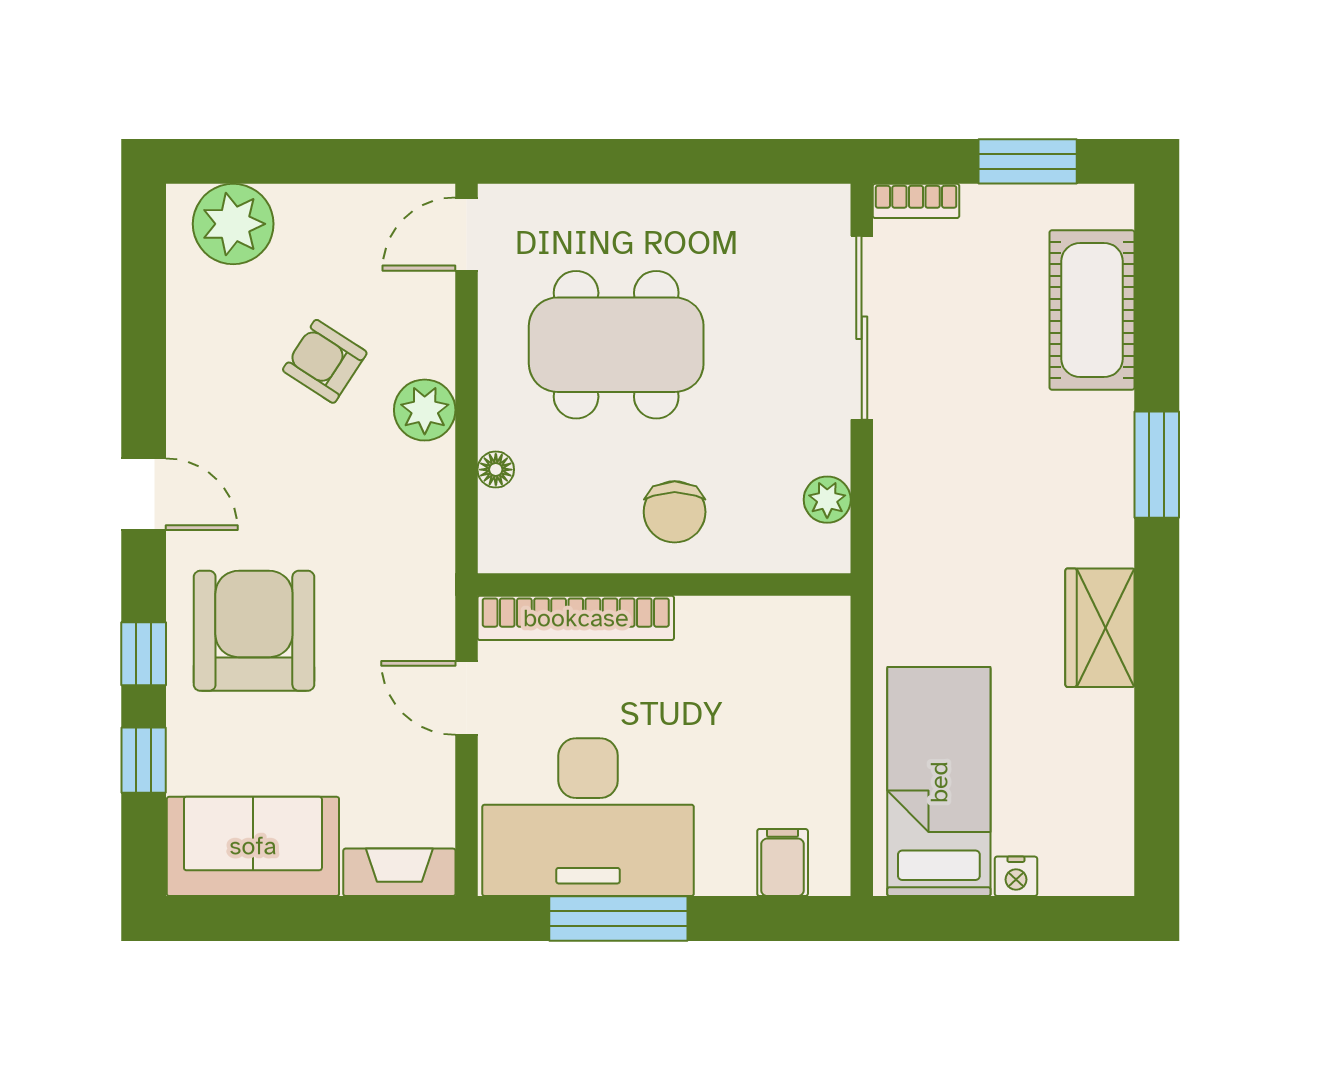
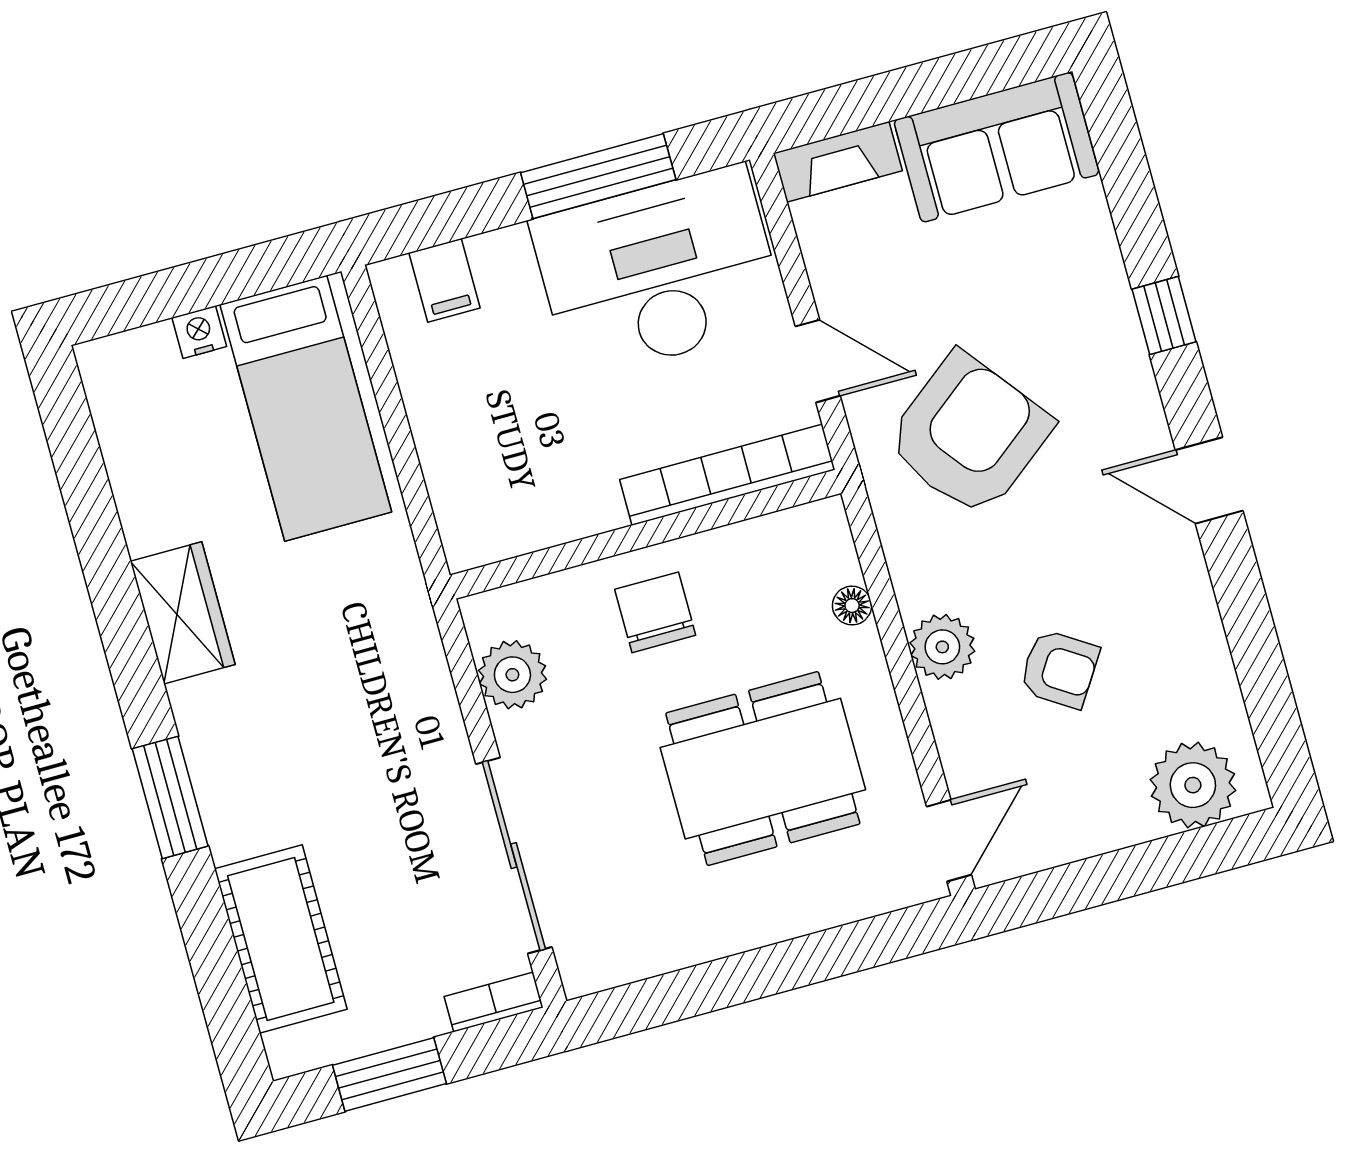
plant: (827, 500) -> (512, 675), width x1.38, depth x1.38
armchair: (254, 631) -> (969, 435), moved, turned -128
window: (144, 760) -> (1134, 206), removed

